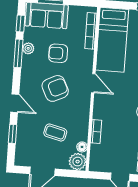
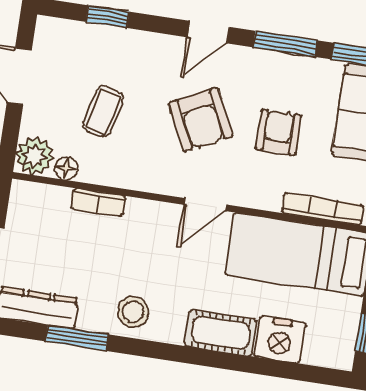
plant: (28, 48) -> (295, 67), removed
door: (15, 103) -> (208, 32), moved

